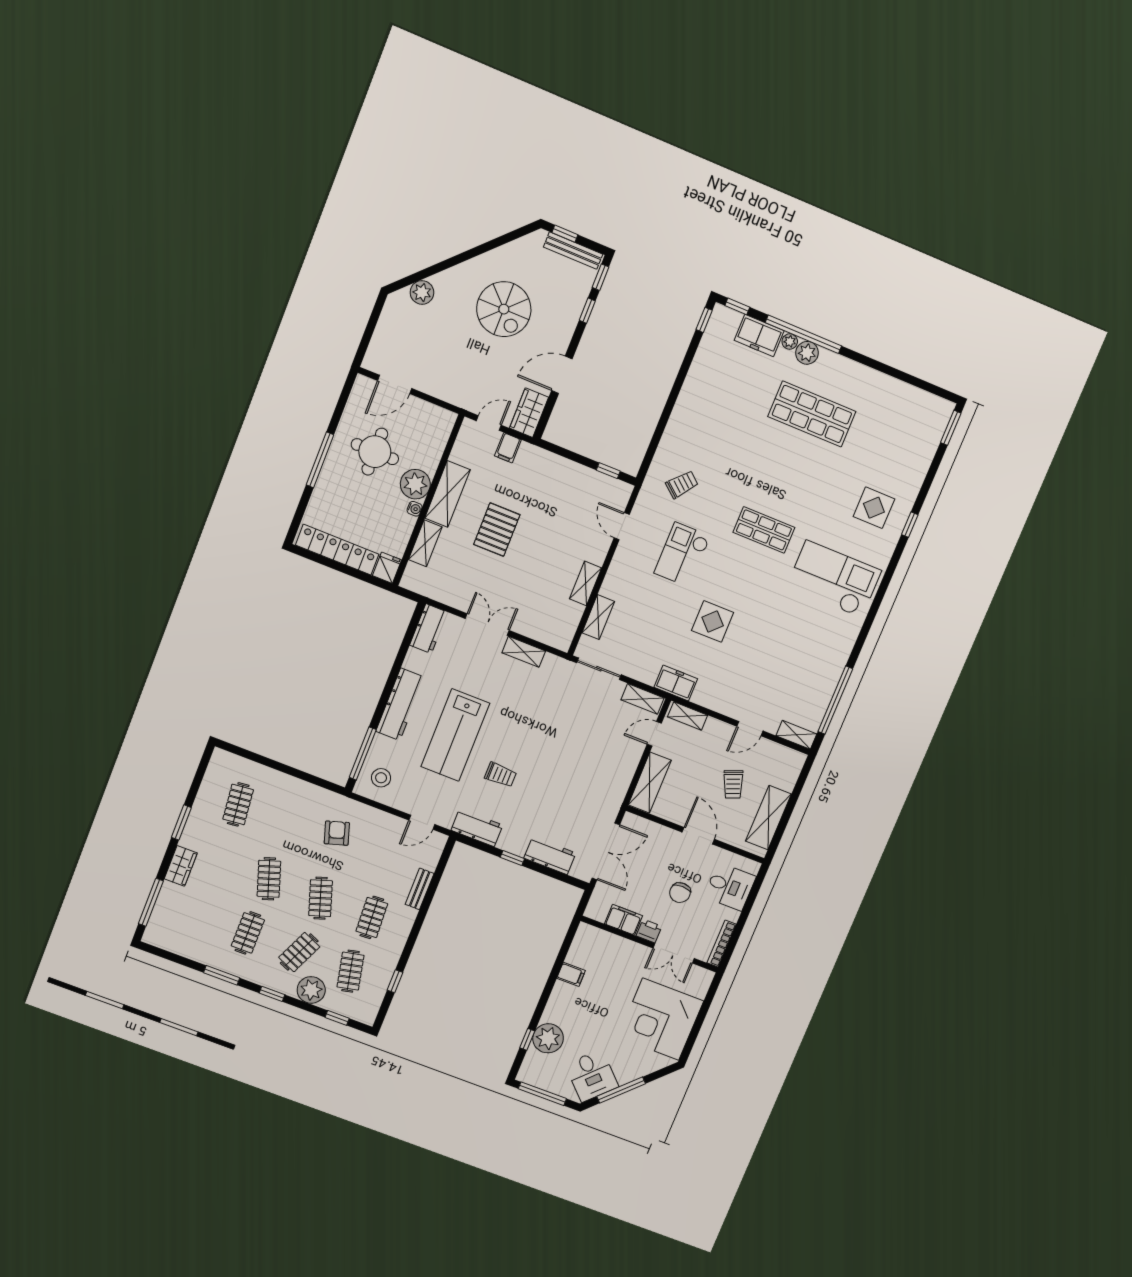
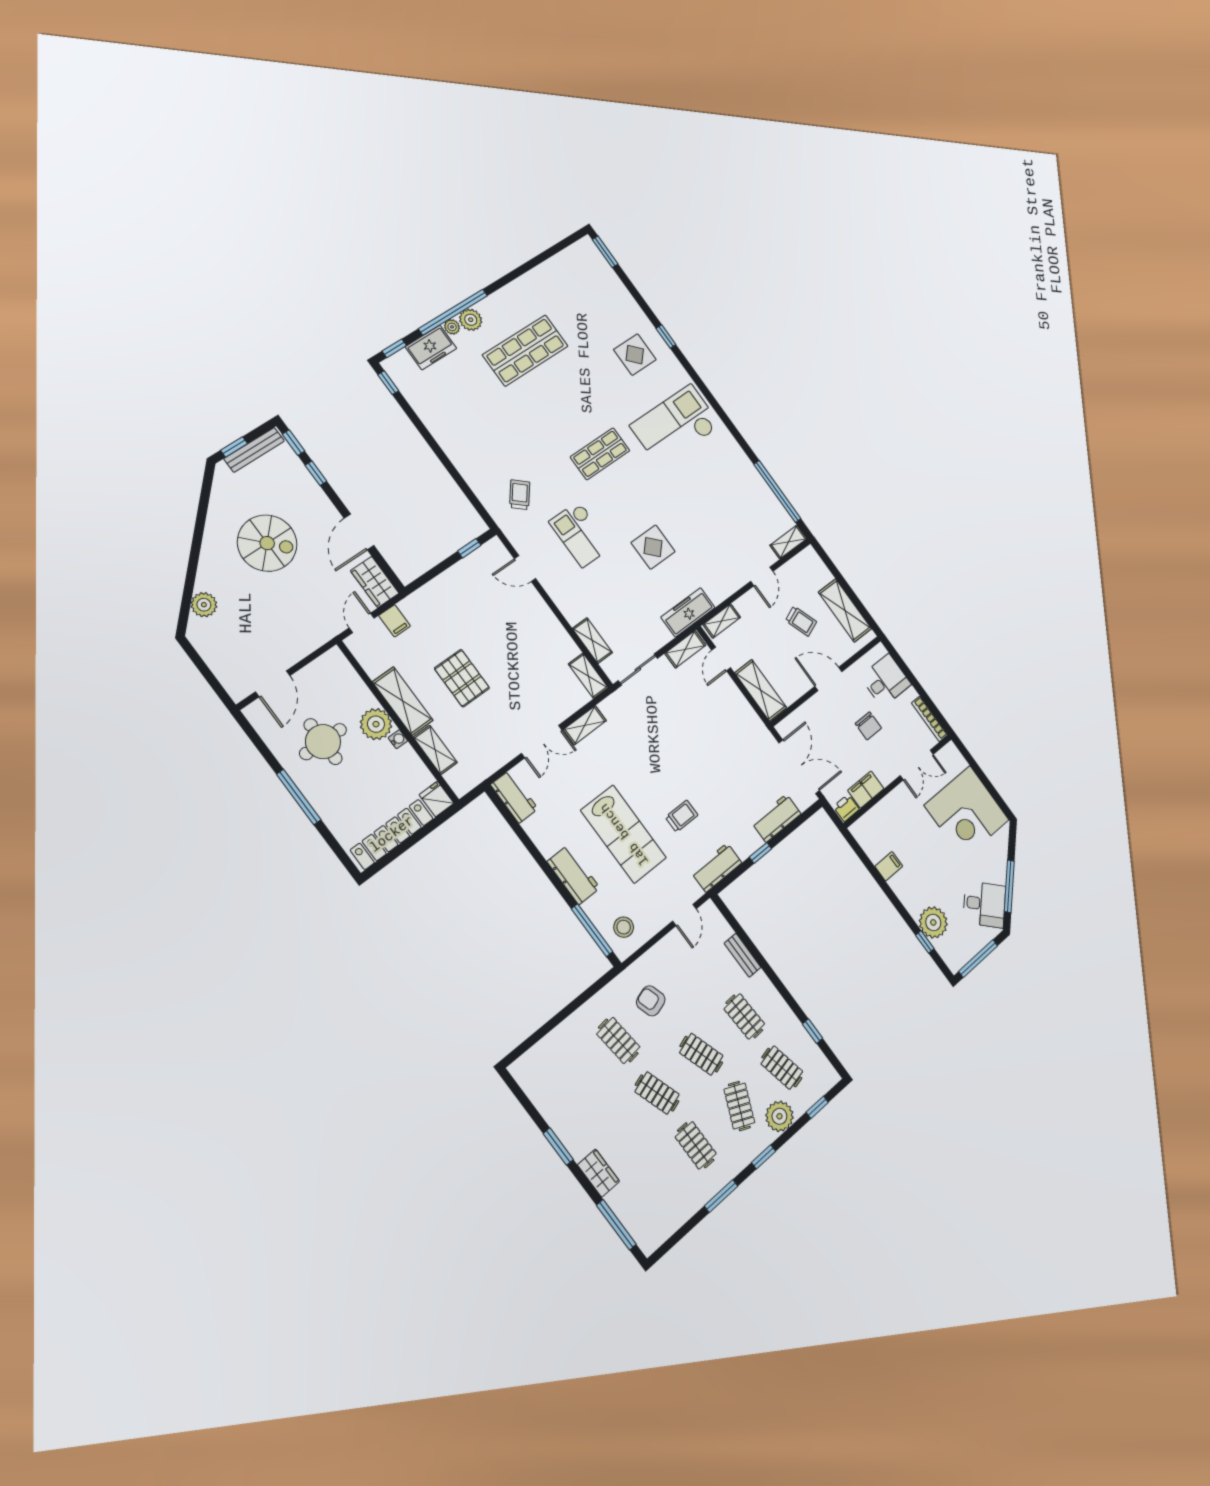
shelving: (586, 583) -> (588, 676), moved
double door: (487, 625) -> (542, 742), swing flipped
freezer: (676, 683) -> (688, 612), width x1.40
workbench: (400, 704) -> (573, 875), width x0.73
clothes rail: (238, 804) -> (618, 1040), moved
printer: (649, 931) -> (846, 808), moved

